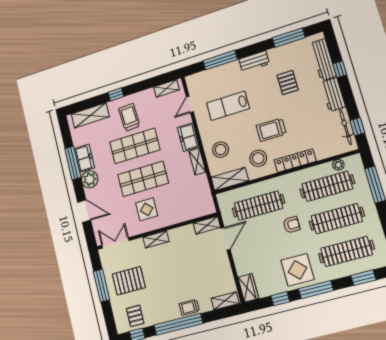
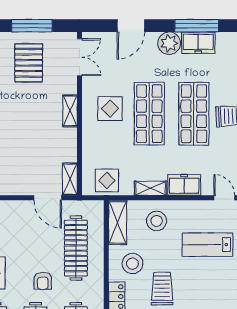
lab bench: (228, 106) -> (208, 245), turned -90
display table: (200, 196) -> (107, 180), added

